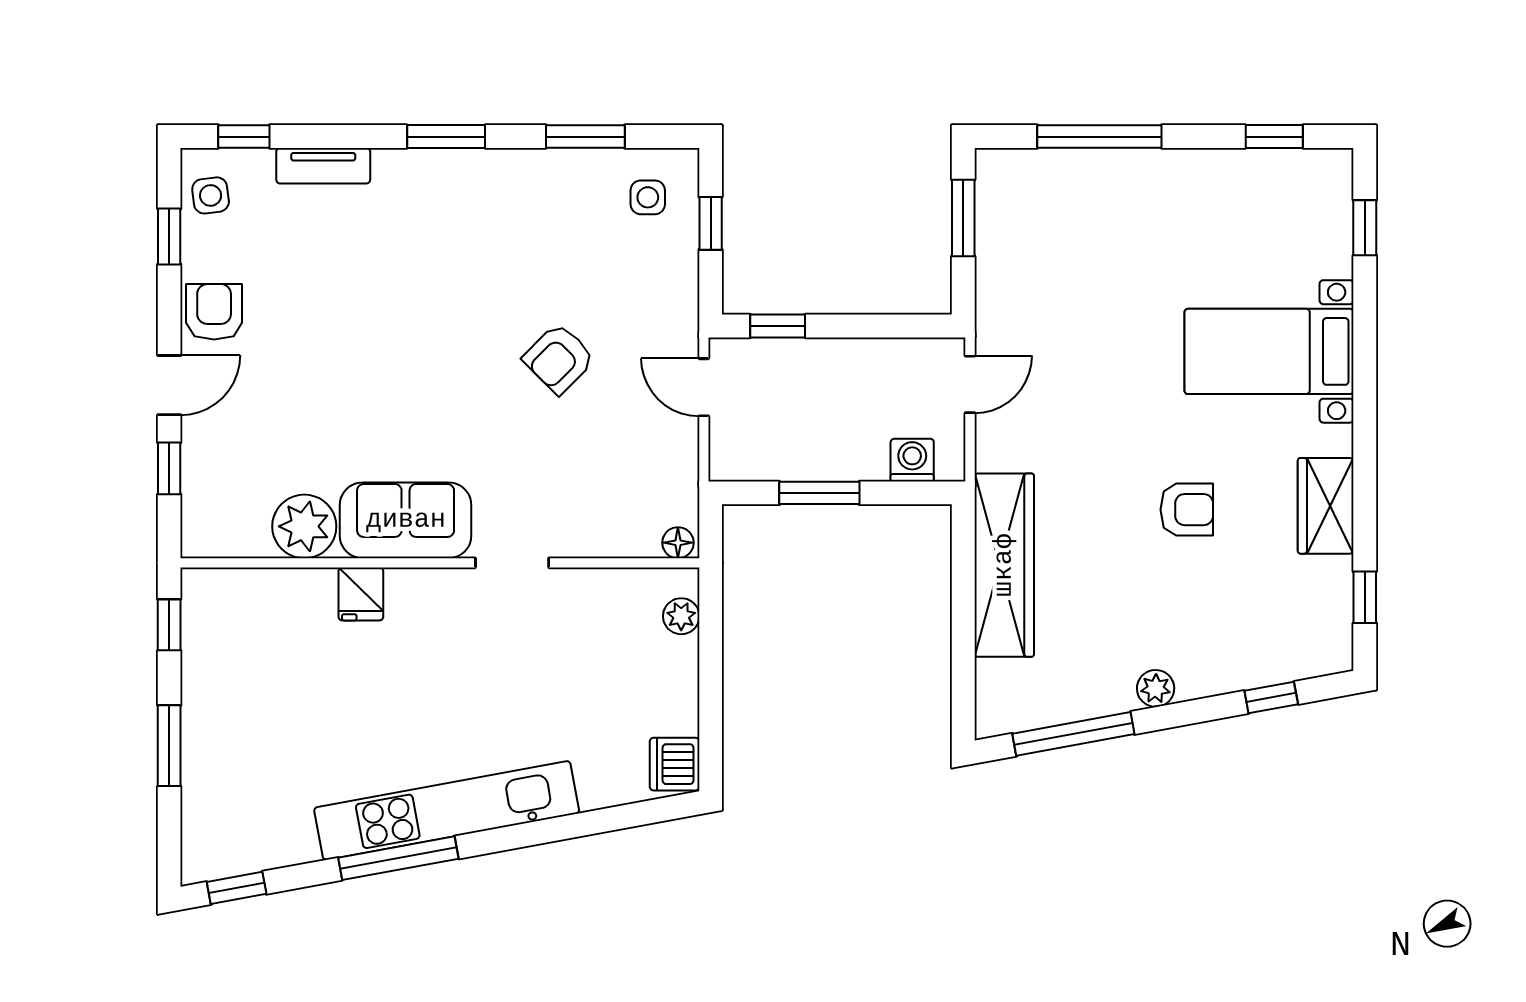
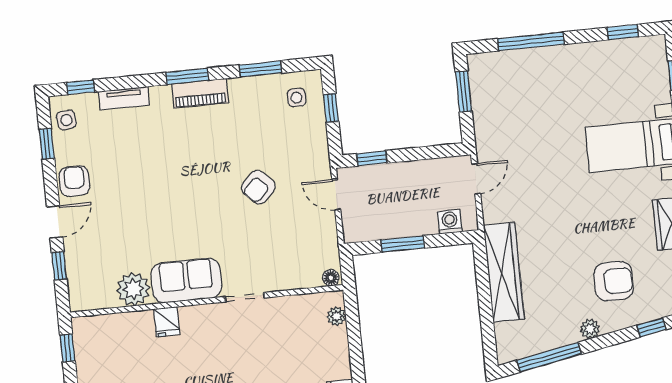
piano: (467, 171) -> (200, 93), added
armchair: (1187, 510) -> (614, 281), moved, width x1.38, depth x1.38

